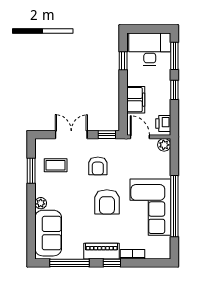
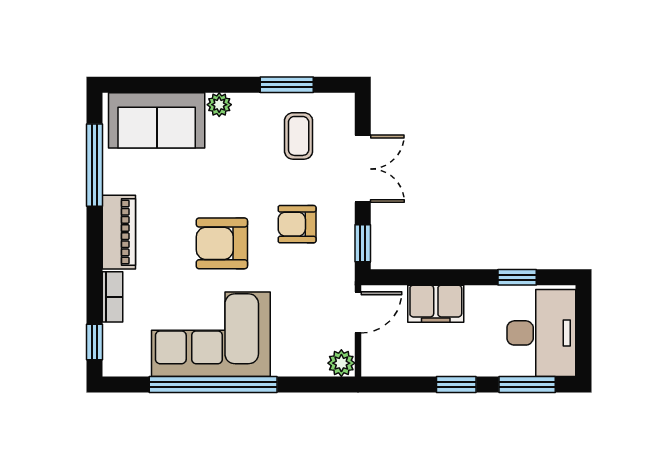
printer: (163, 124) -> (386, 361), removed
window: (112, 263) -> (95, 342), moved

